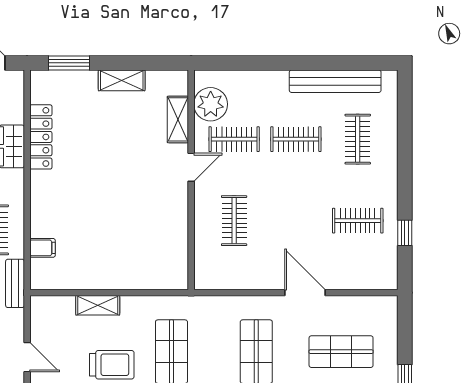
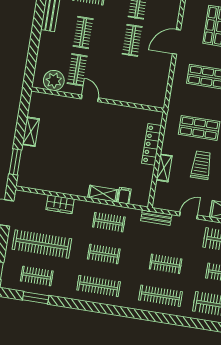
shelving: (178, 119) -> (103, 194), moved
locker: (41, 137) -> (152, 144), moved, turned -90
clothes rail: (234, 221) -> (132, 40), moved, turned 90
bench: (15, 283) -> (156, 218), moved

